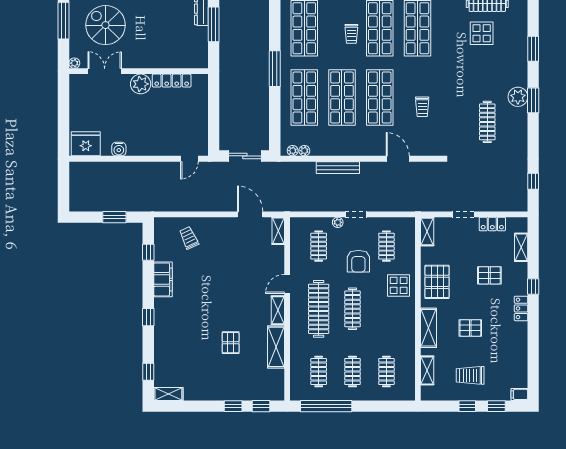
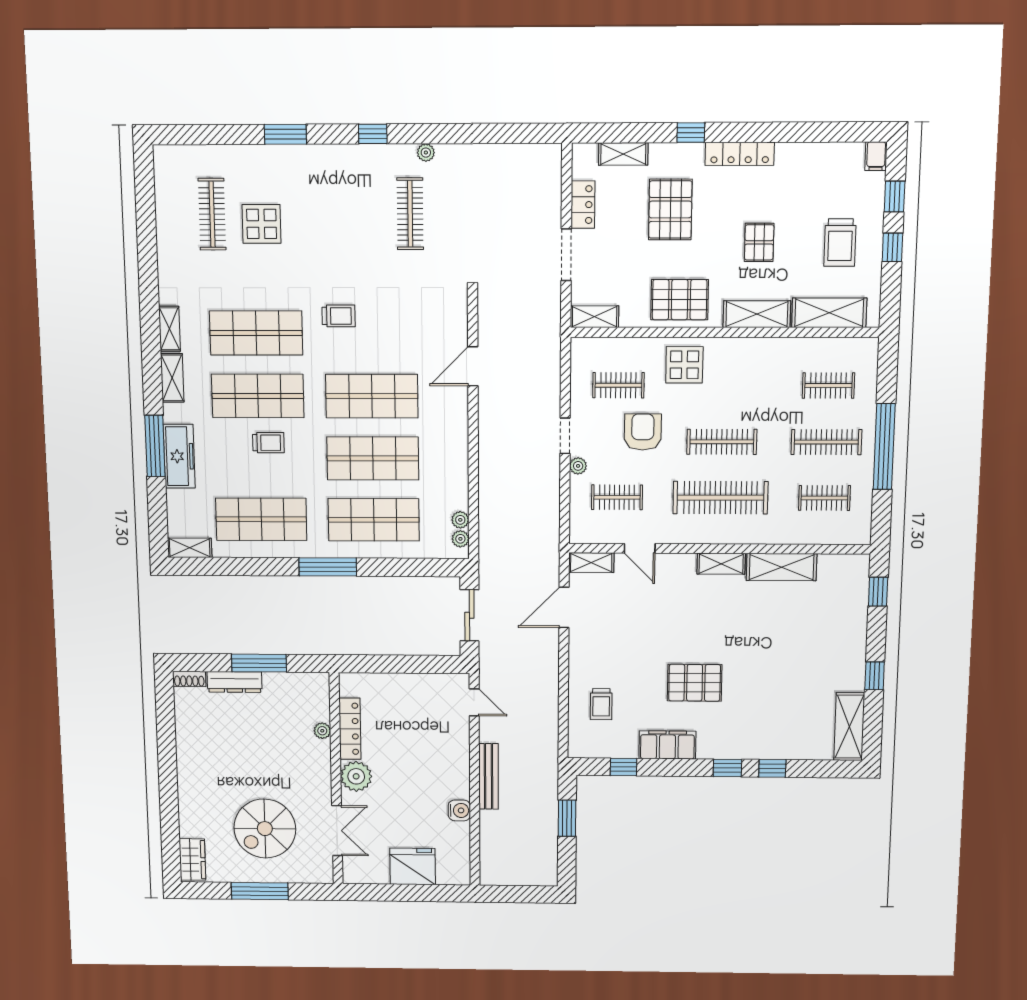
plant: (74, 63) -> (322, 731), moved
double door: (105, 71) -> (337, 831), swing flipped
plant: (518, 97) -> (426, 153), moved, width x0.53, depth x0.53
window: (533, 100) -> (373, 134), width x0.67
trolley: (422, 107) -> (339, 316), moved
clothes rail: (487, 122) -> (410, 214), turned 90
fridge: (86, 144) -> (413, 866), moved, turned 90
bench: (338, 168) -> (489, 776), moved
window: (533, 181) -> (510, 133), removed
doorway: (463, 214) -> (566, 255), width x1.38
trolley: (189, 238) -> (601, 704), turned -65
armchair: (358, 261) -> (643, 432), turned -90
pallet: (489, 275) -> (670, 209), width x1.50, depth x1.42
door: (287, 284) -> (640, 548), moved
locker: (521, 308) -> (740, 154), width x1.53
pallet: (231, 343) -> (695, 683), moved, width x1.50, depth x1.42
shelving: (427, 370) -> (829, 313), width x1.50, depth x1.33
clothes rail: (353, 371) -> (826, 442), width x1.36
window: (148, 372) -> (772, 768), moved
shelving: (168, 394) -> (849, 727), width x1.50, depth x1.33
window: (233, 406) -> (875, 676), moved
window: (326, 406) -> (884, 447), moved

